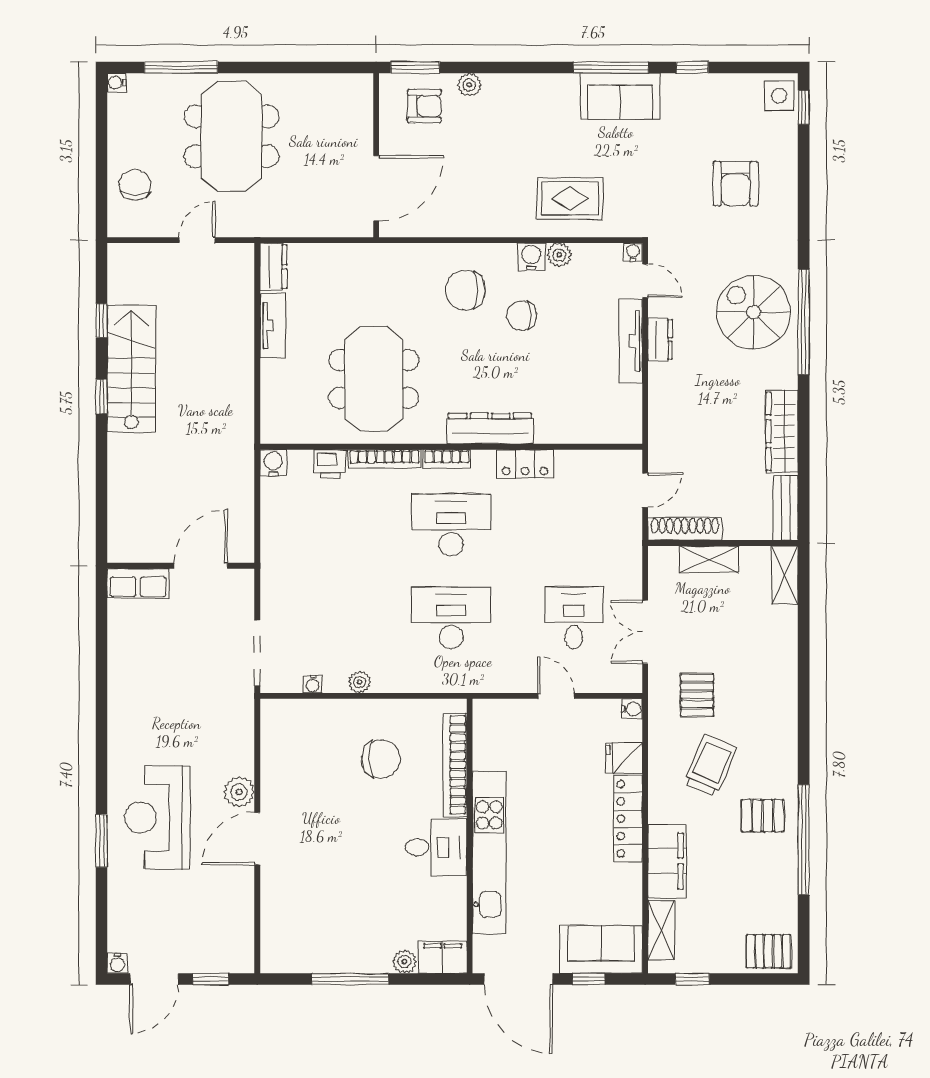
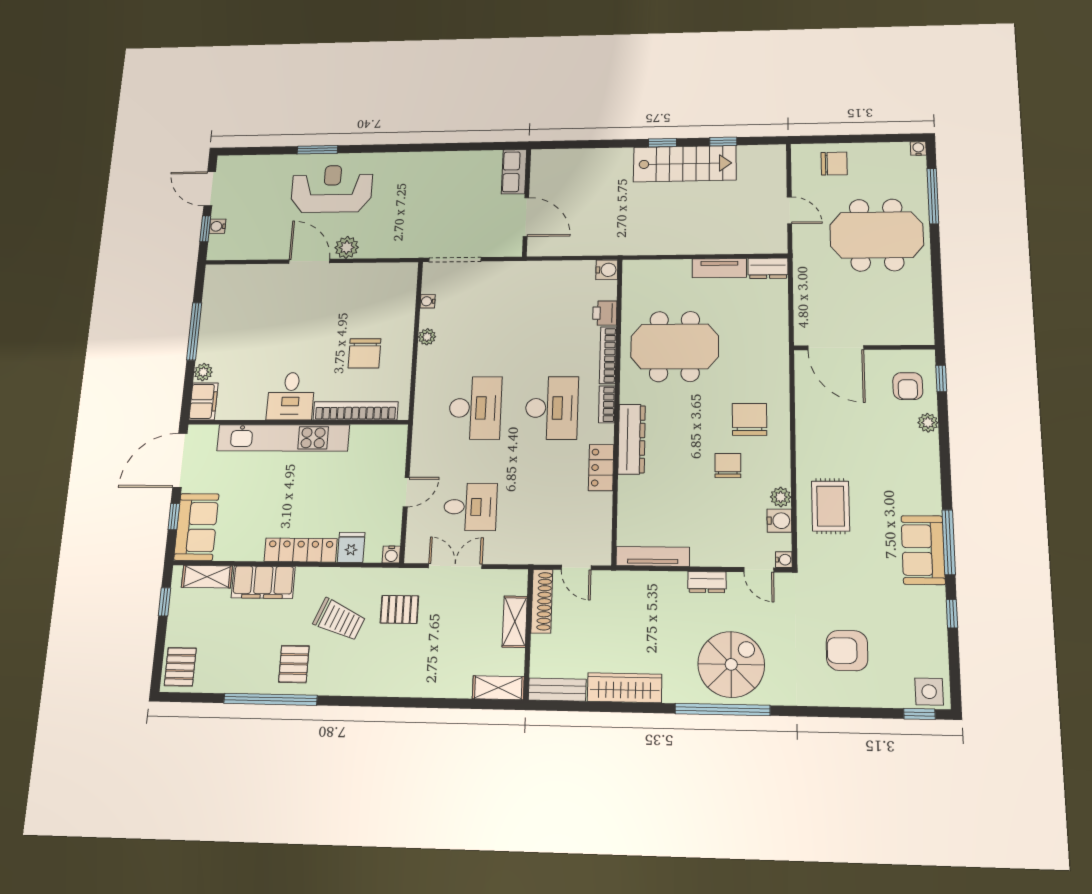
window: (415, 67) -> (941, 379), width x0.67
water cooler: (531, 257) -> (779, 521), moved
door: (645, 281) -> (759, 570), hinge flipped
tv unit: (631, 341) -> (653, 556), moved
water cooler: (117, 963) -> (218, 226), moved

